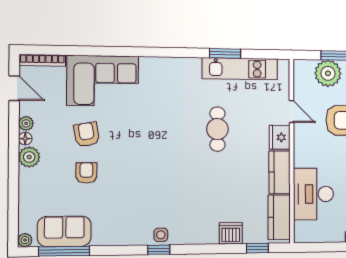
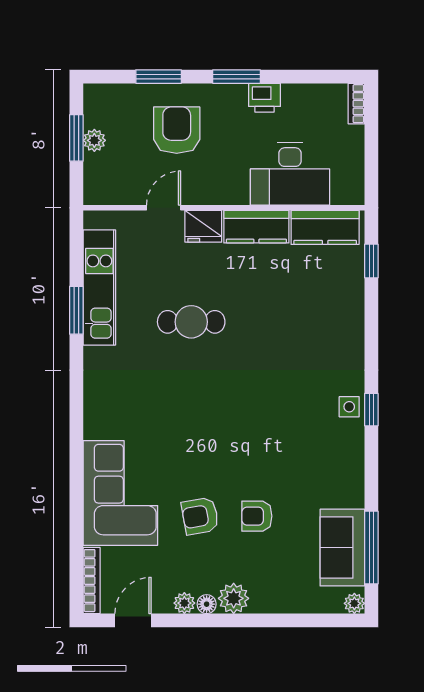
plant: (328, 73) -> (94, 140), width x0.53, depth x0.53
dishwasher: (231, 233) -> (348, 302), removed

